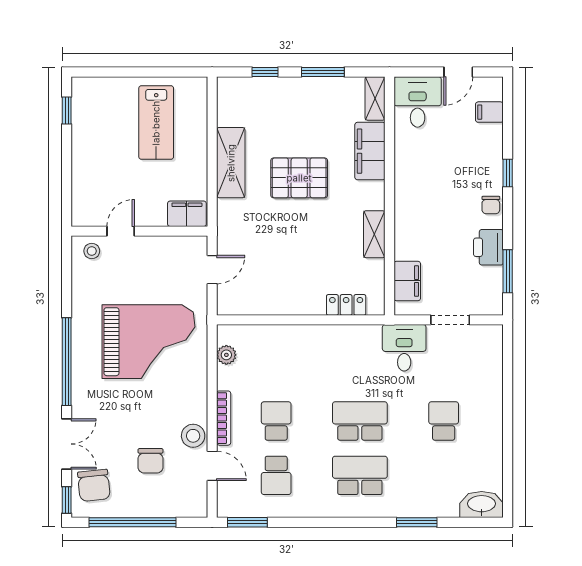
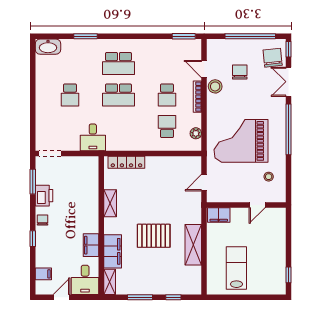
stool: (92, 251) -> (269, 177), moved
filing cabinet: (407, 281) -> (91, 245), moved
locker: (346, 305) -> (126, 162), width x1.53
doorway: (450, 320) -> (50, 154), moved
school desk: (276, 475) -> (167, 126), moved

